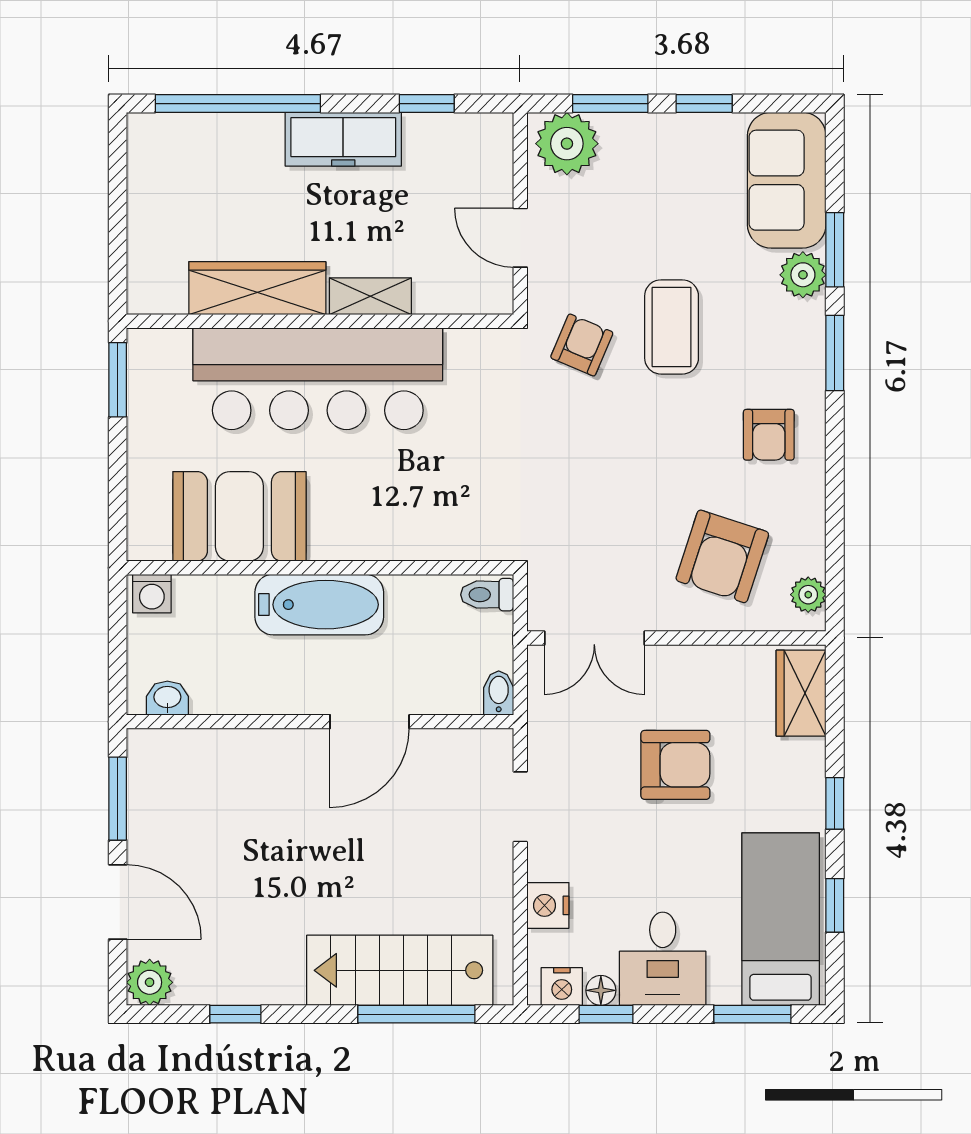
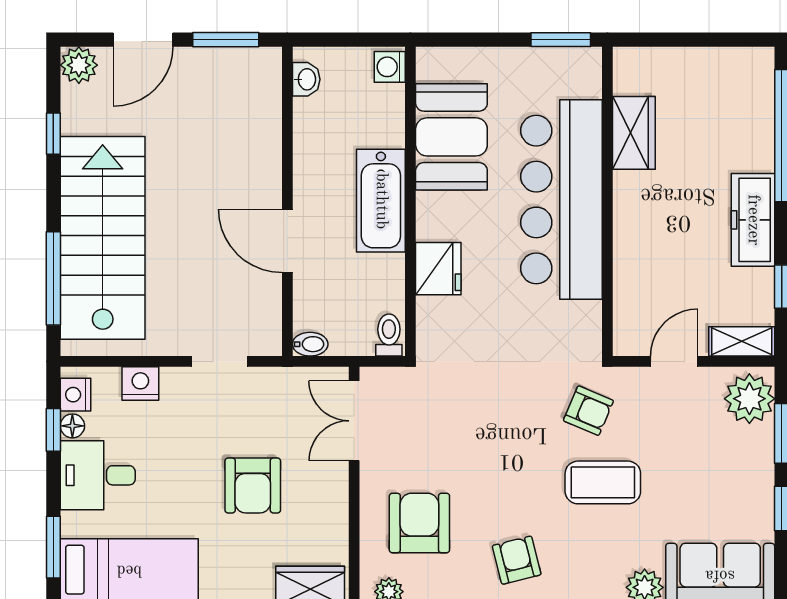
wardrobe: (257, 288) -> (634, 133), width x0.67
shelving: (370, 296) -> (742, 341), moved, turned 90
armchair: (769, 435) -> (517, 560), turned 76
fridge: (404, 533) -> (438, 269), added
armchair: (722, 556) -> (419, 523), turned 72
stairs: (400, 970) -> (103, 238), width x1.36, depth x1.51

